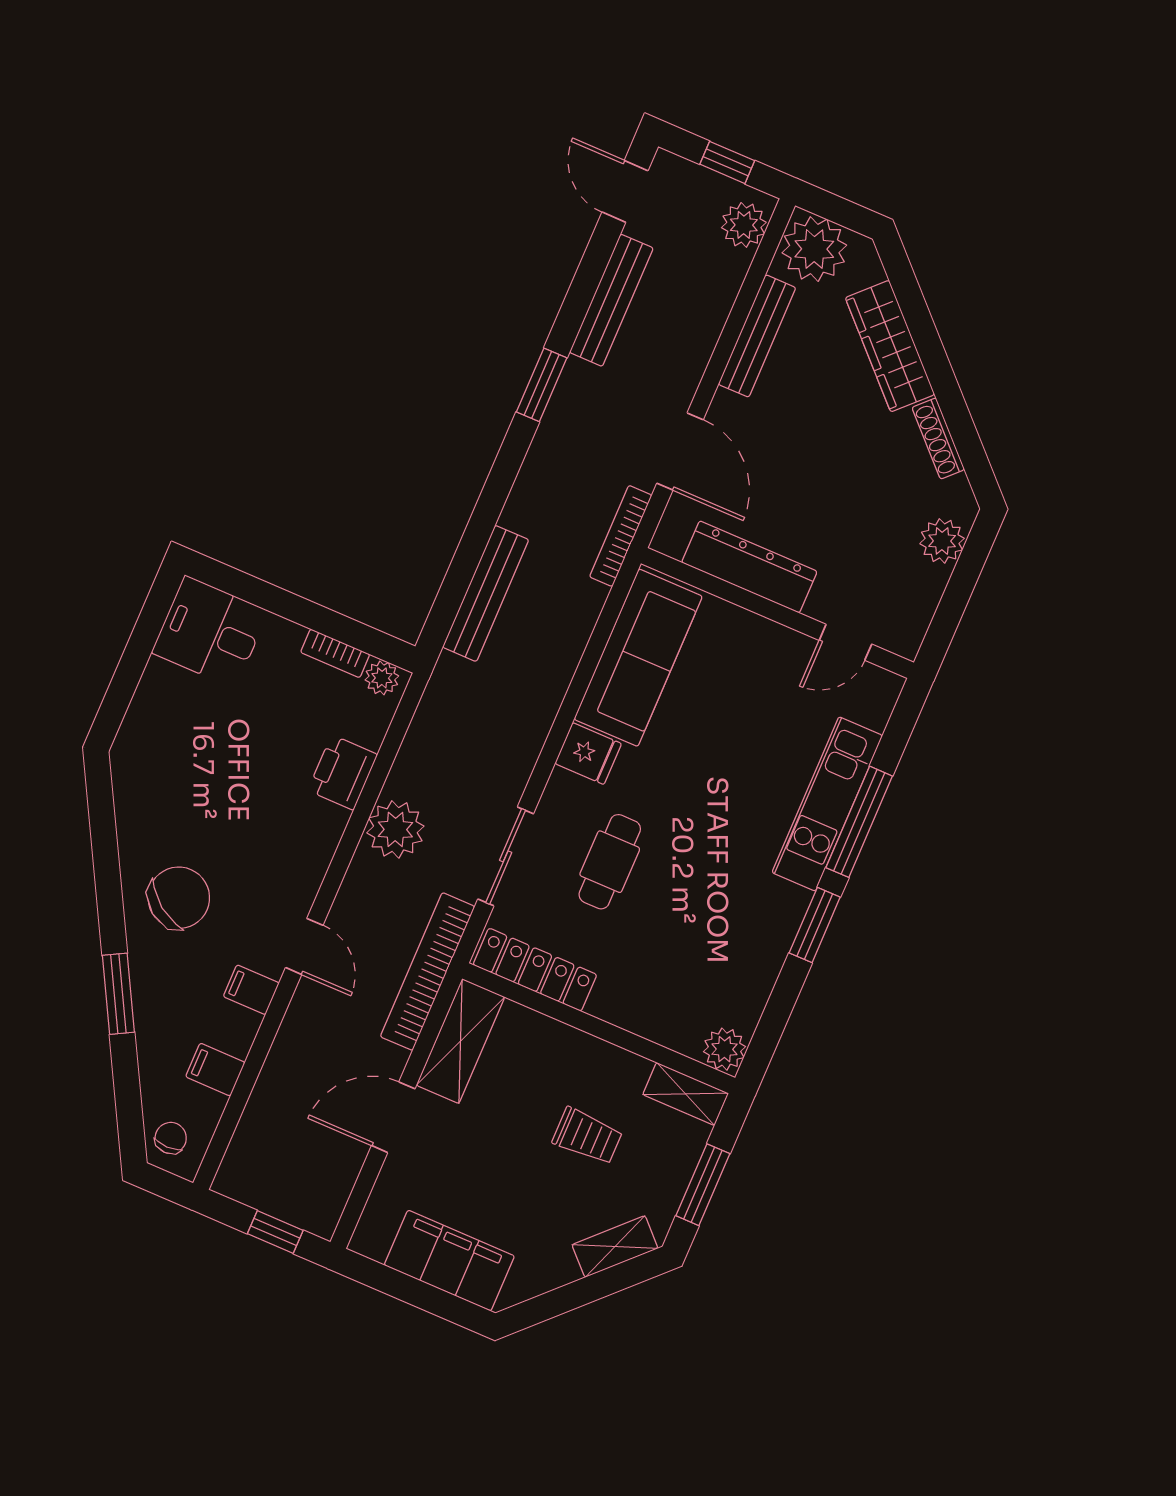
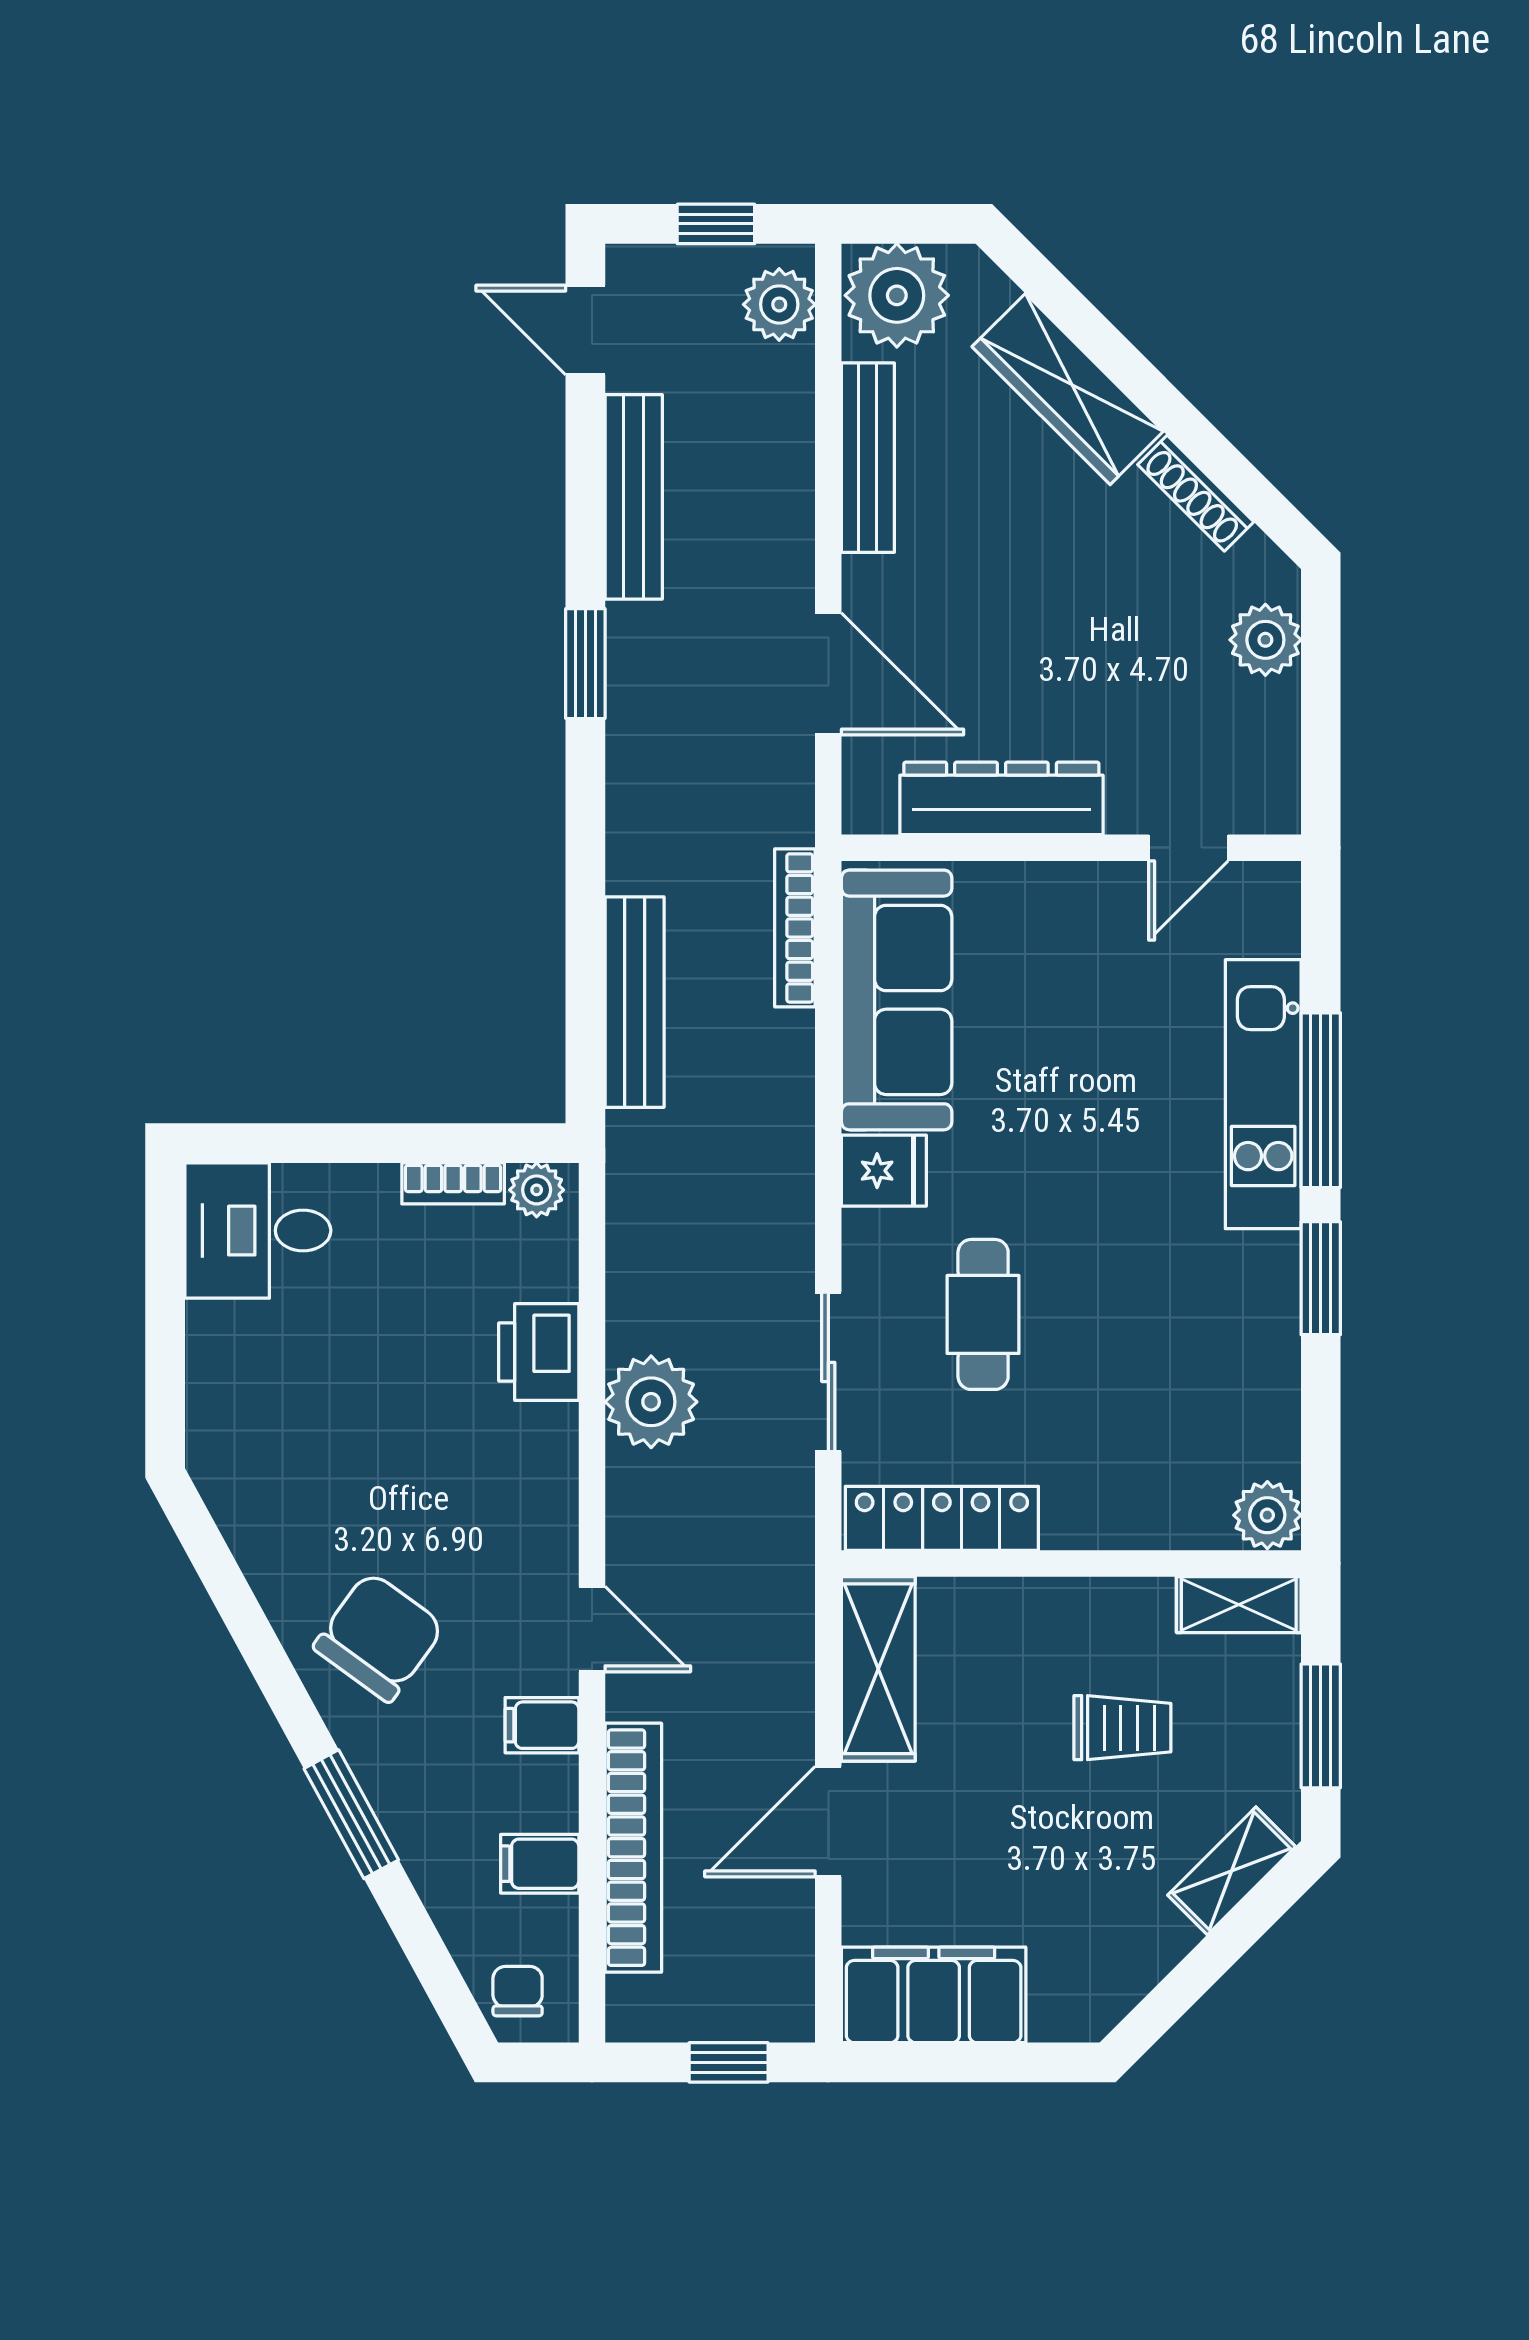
bookcase: (621, 536) -> (795, 928), moved
bookcase: (428, 972) -> (633, 1848), moved, turned 180
filing cabinet: (449, 1261) -> (934, 1995), moved

